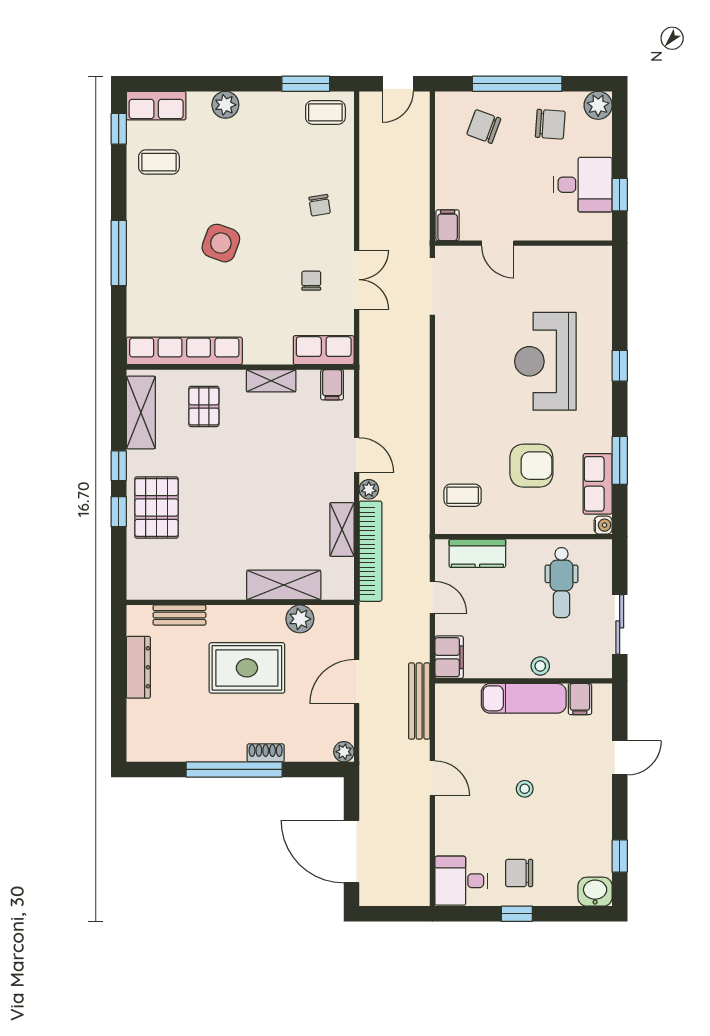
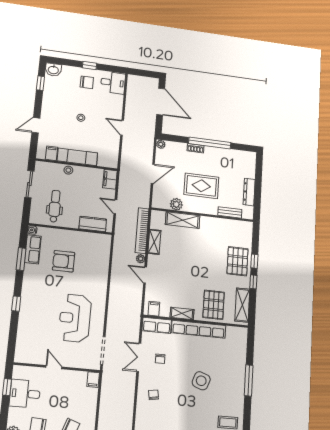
door: (498, 243) -> (54, 367), moved
row of seats: (184, 351) -> (199, 329), moved
reception desk: (545, 361) -> (75, 318), moved, turned 180
pallet: (204, 406) -> (214, 305), width x1.50, depth x1.42
coffee table: (463, 495) -> (97, 251), removed
bench: (419, 701) -> (125, 162), removed

